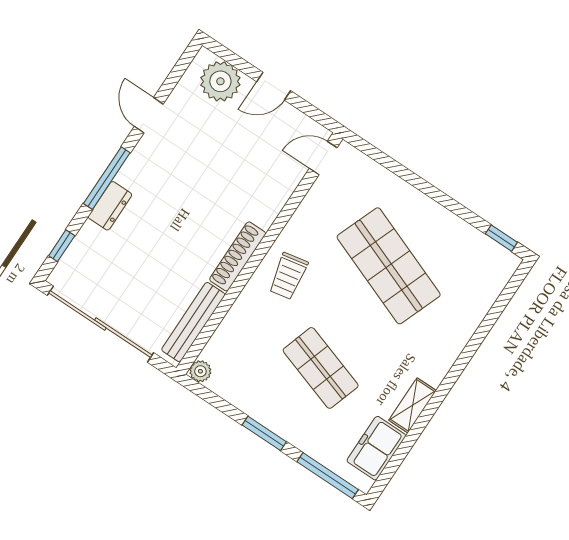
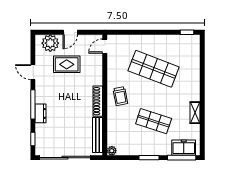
rug: (225, 144) -> (67, 64), added
freezer: (376, 448) -> (184, 148), moved, turned 90

